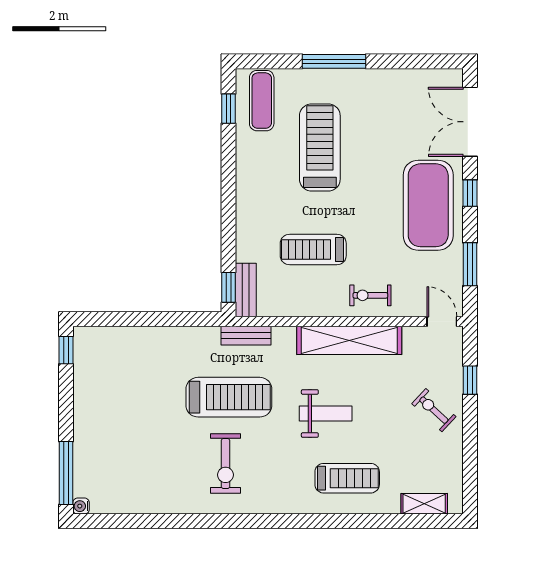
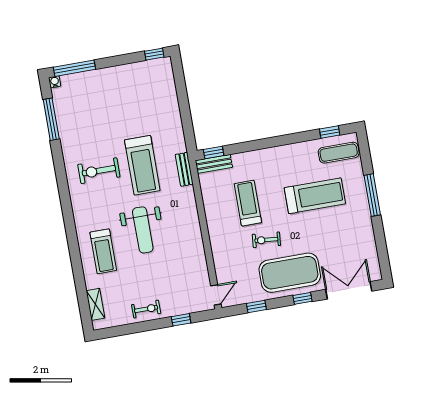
window: (470, 264) -> (256, 307), width x0.67
exercise bike: (370, 295) -> (266, 240), moved, turned -85
shelving: (349, 340) -> (193, 237), removed
exercise bike: (434, 410) -> (146, 309), moved, turned 47
weight bench: (326, 413) -> (143, 230), width x1.36, depth x1.33
window: (136, 521) -> (51, 119), added

